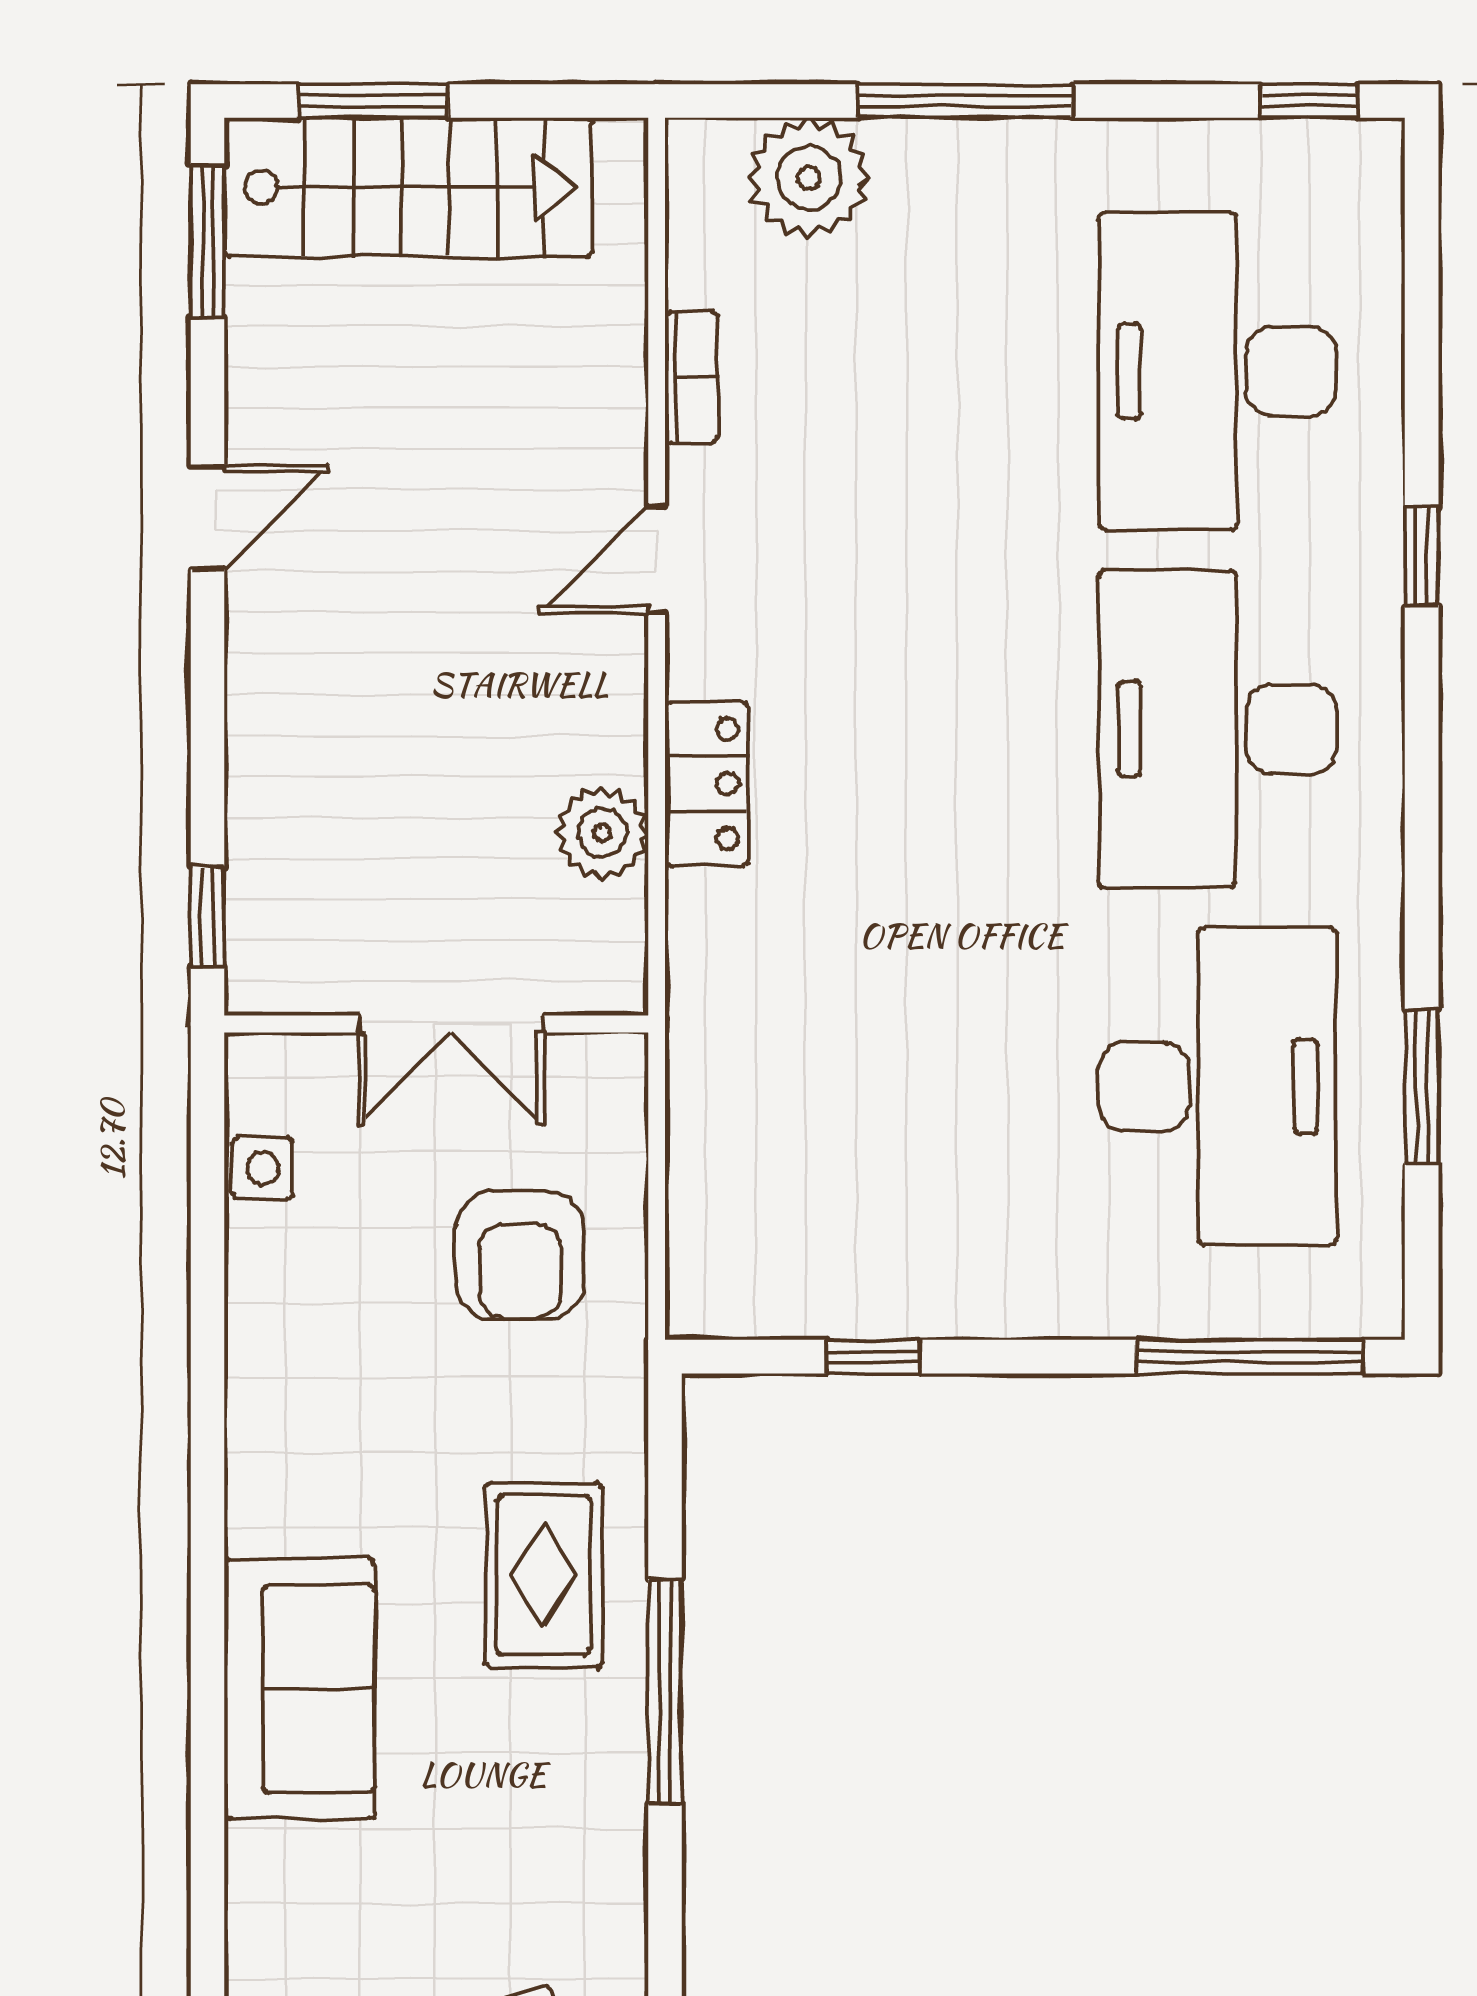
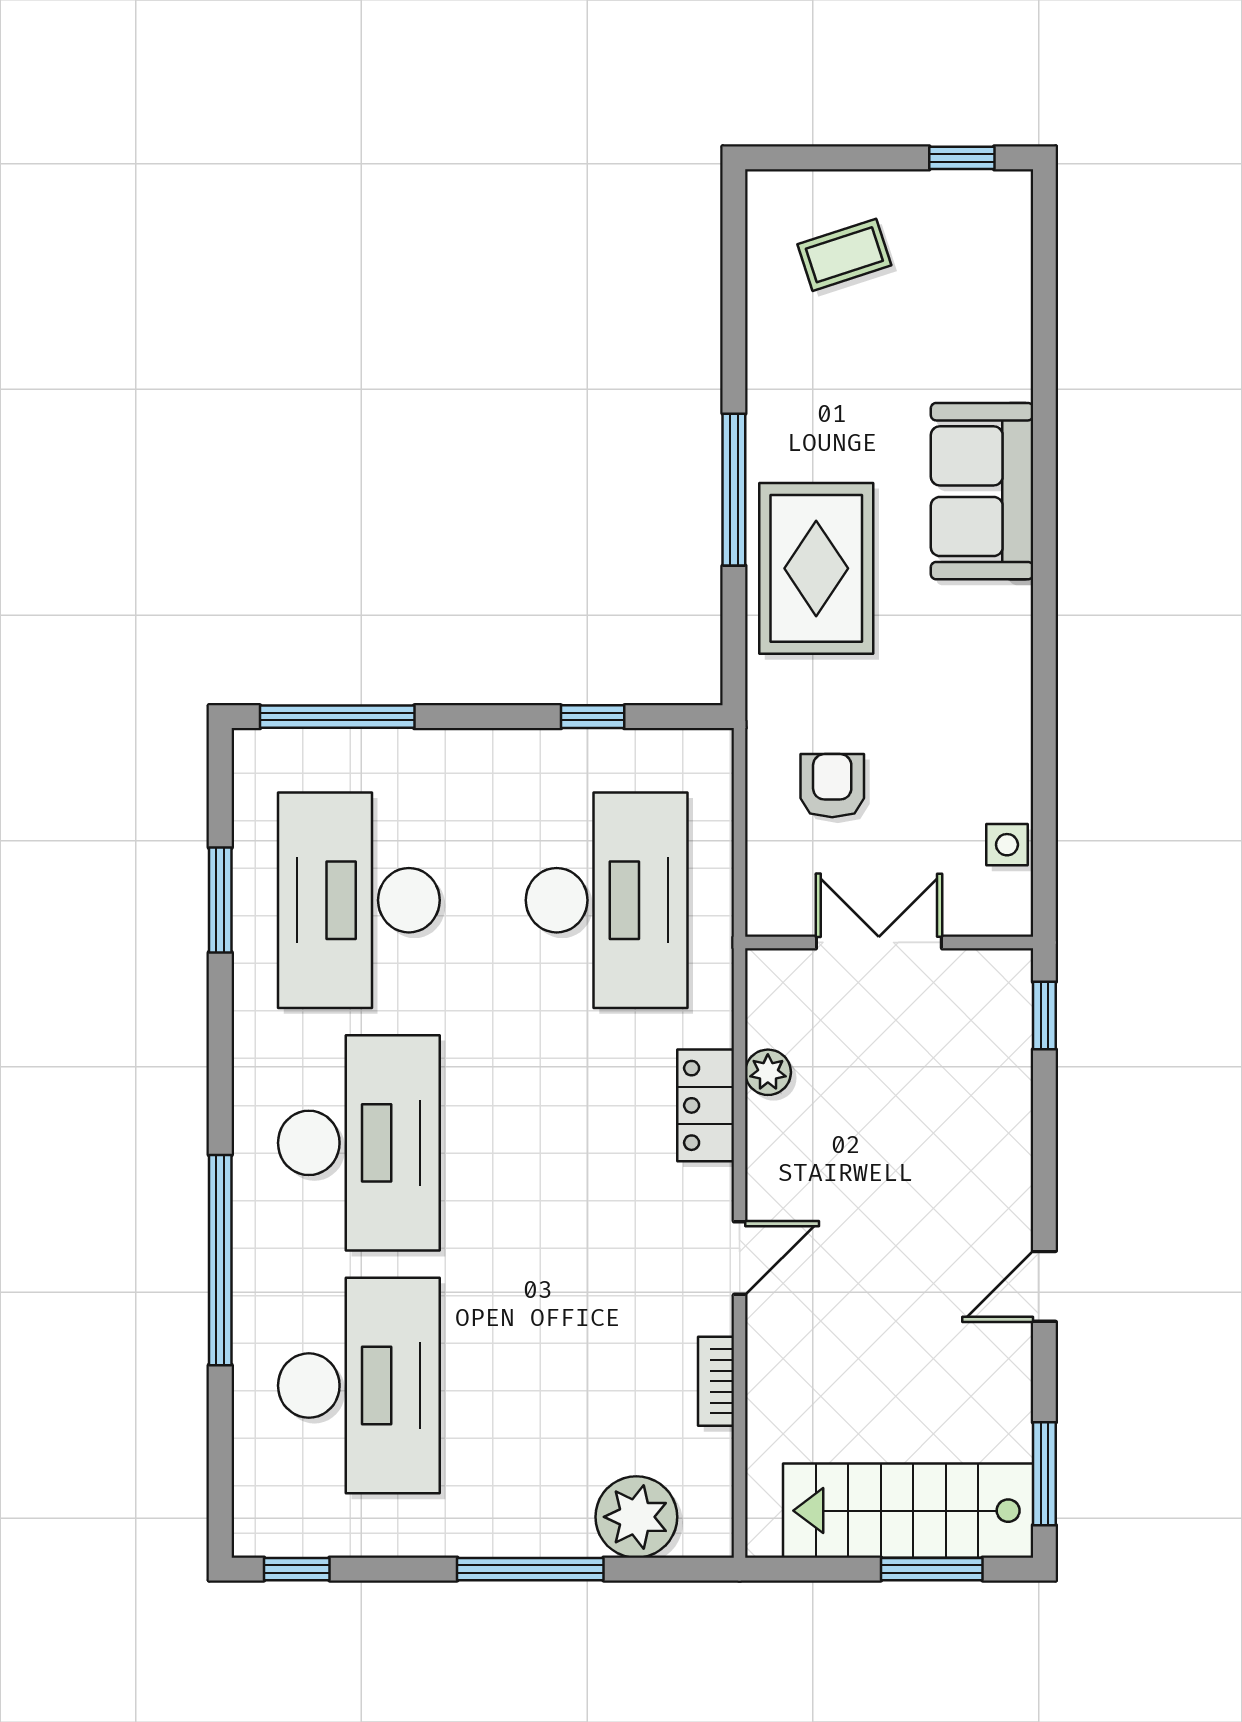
window: (1422, 556) -> (220, 1260), width x3.17
plant: (602, 833) -> (768, 1072), width x0.73, depth x0.73
desk: (852, 1086) -> (607, 900), added
armchair: (520, 1255) -> (832, 786), width x0.72, depth x0.72
rug: (544, 1575) -> (816, 568), width x1.36, depth x1.43

